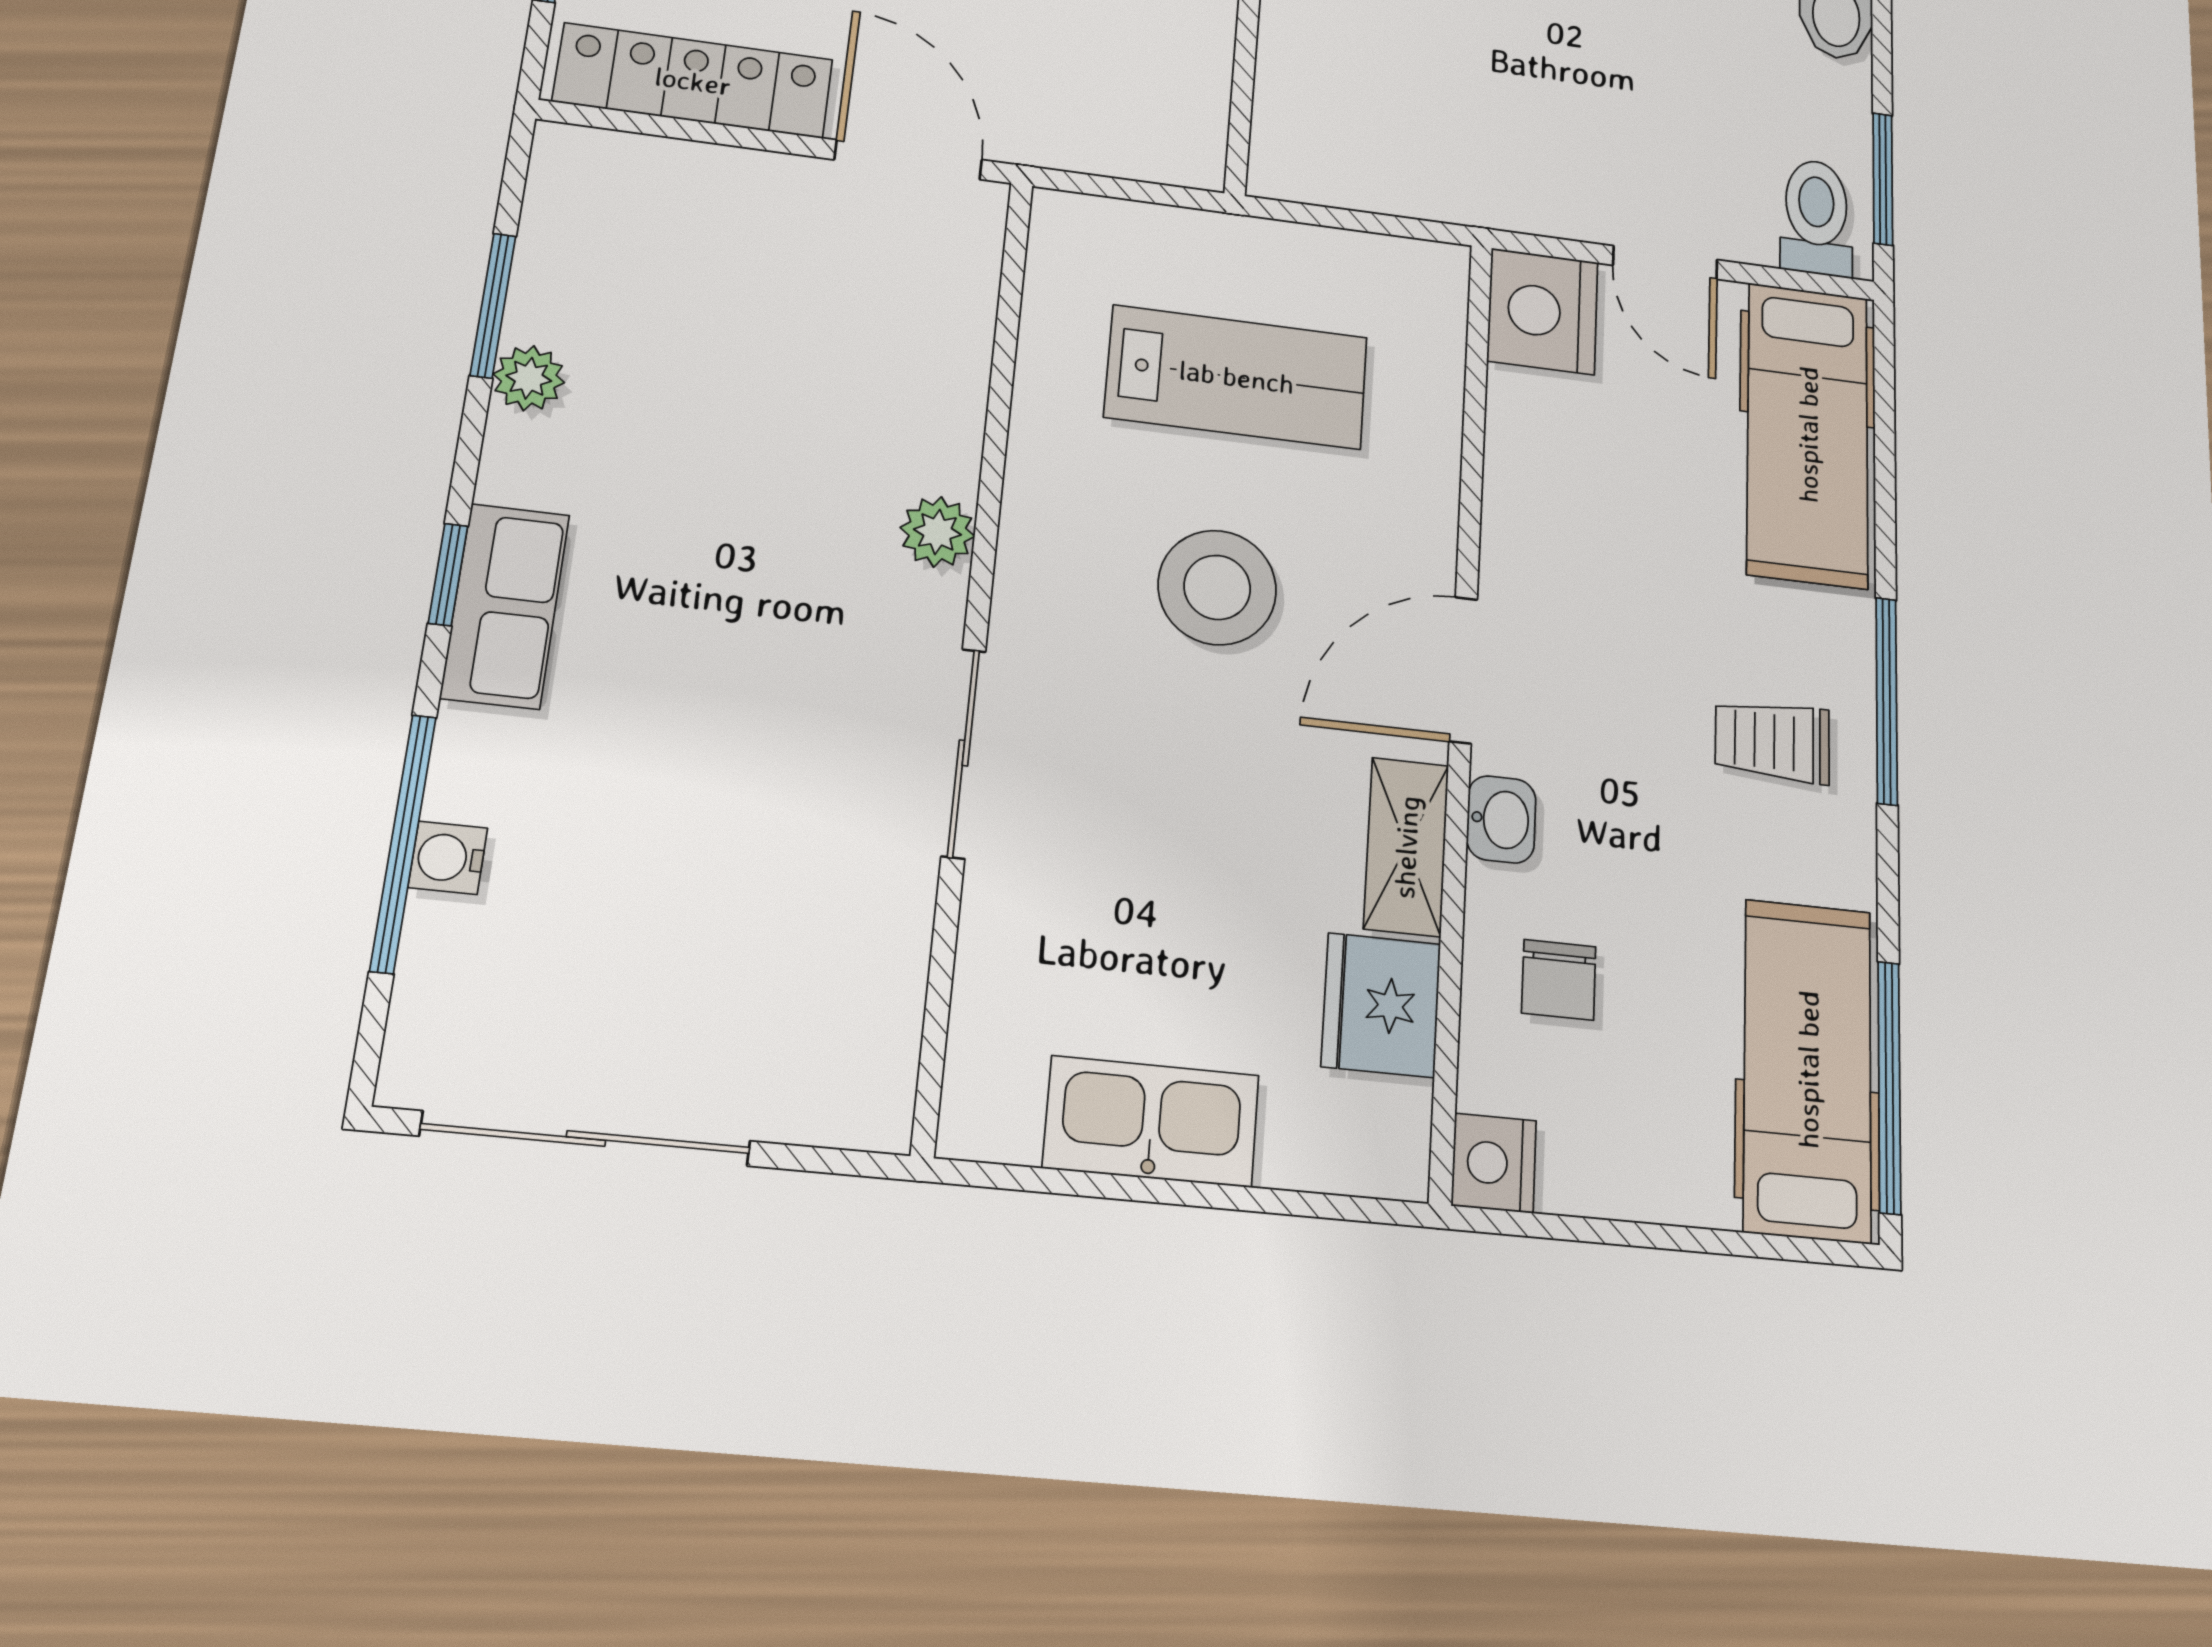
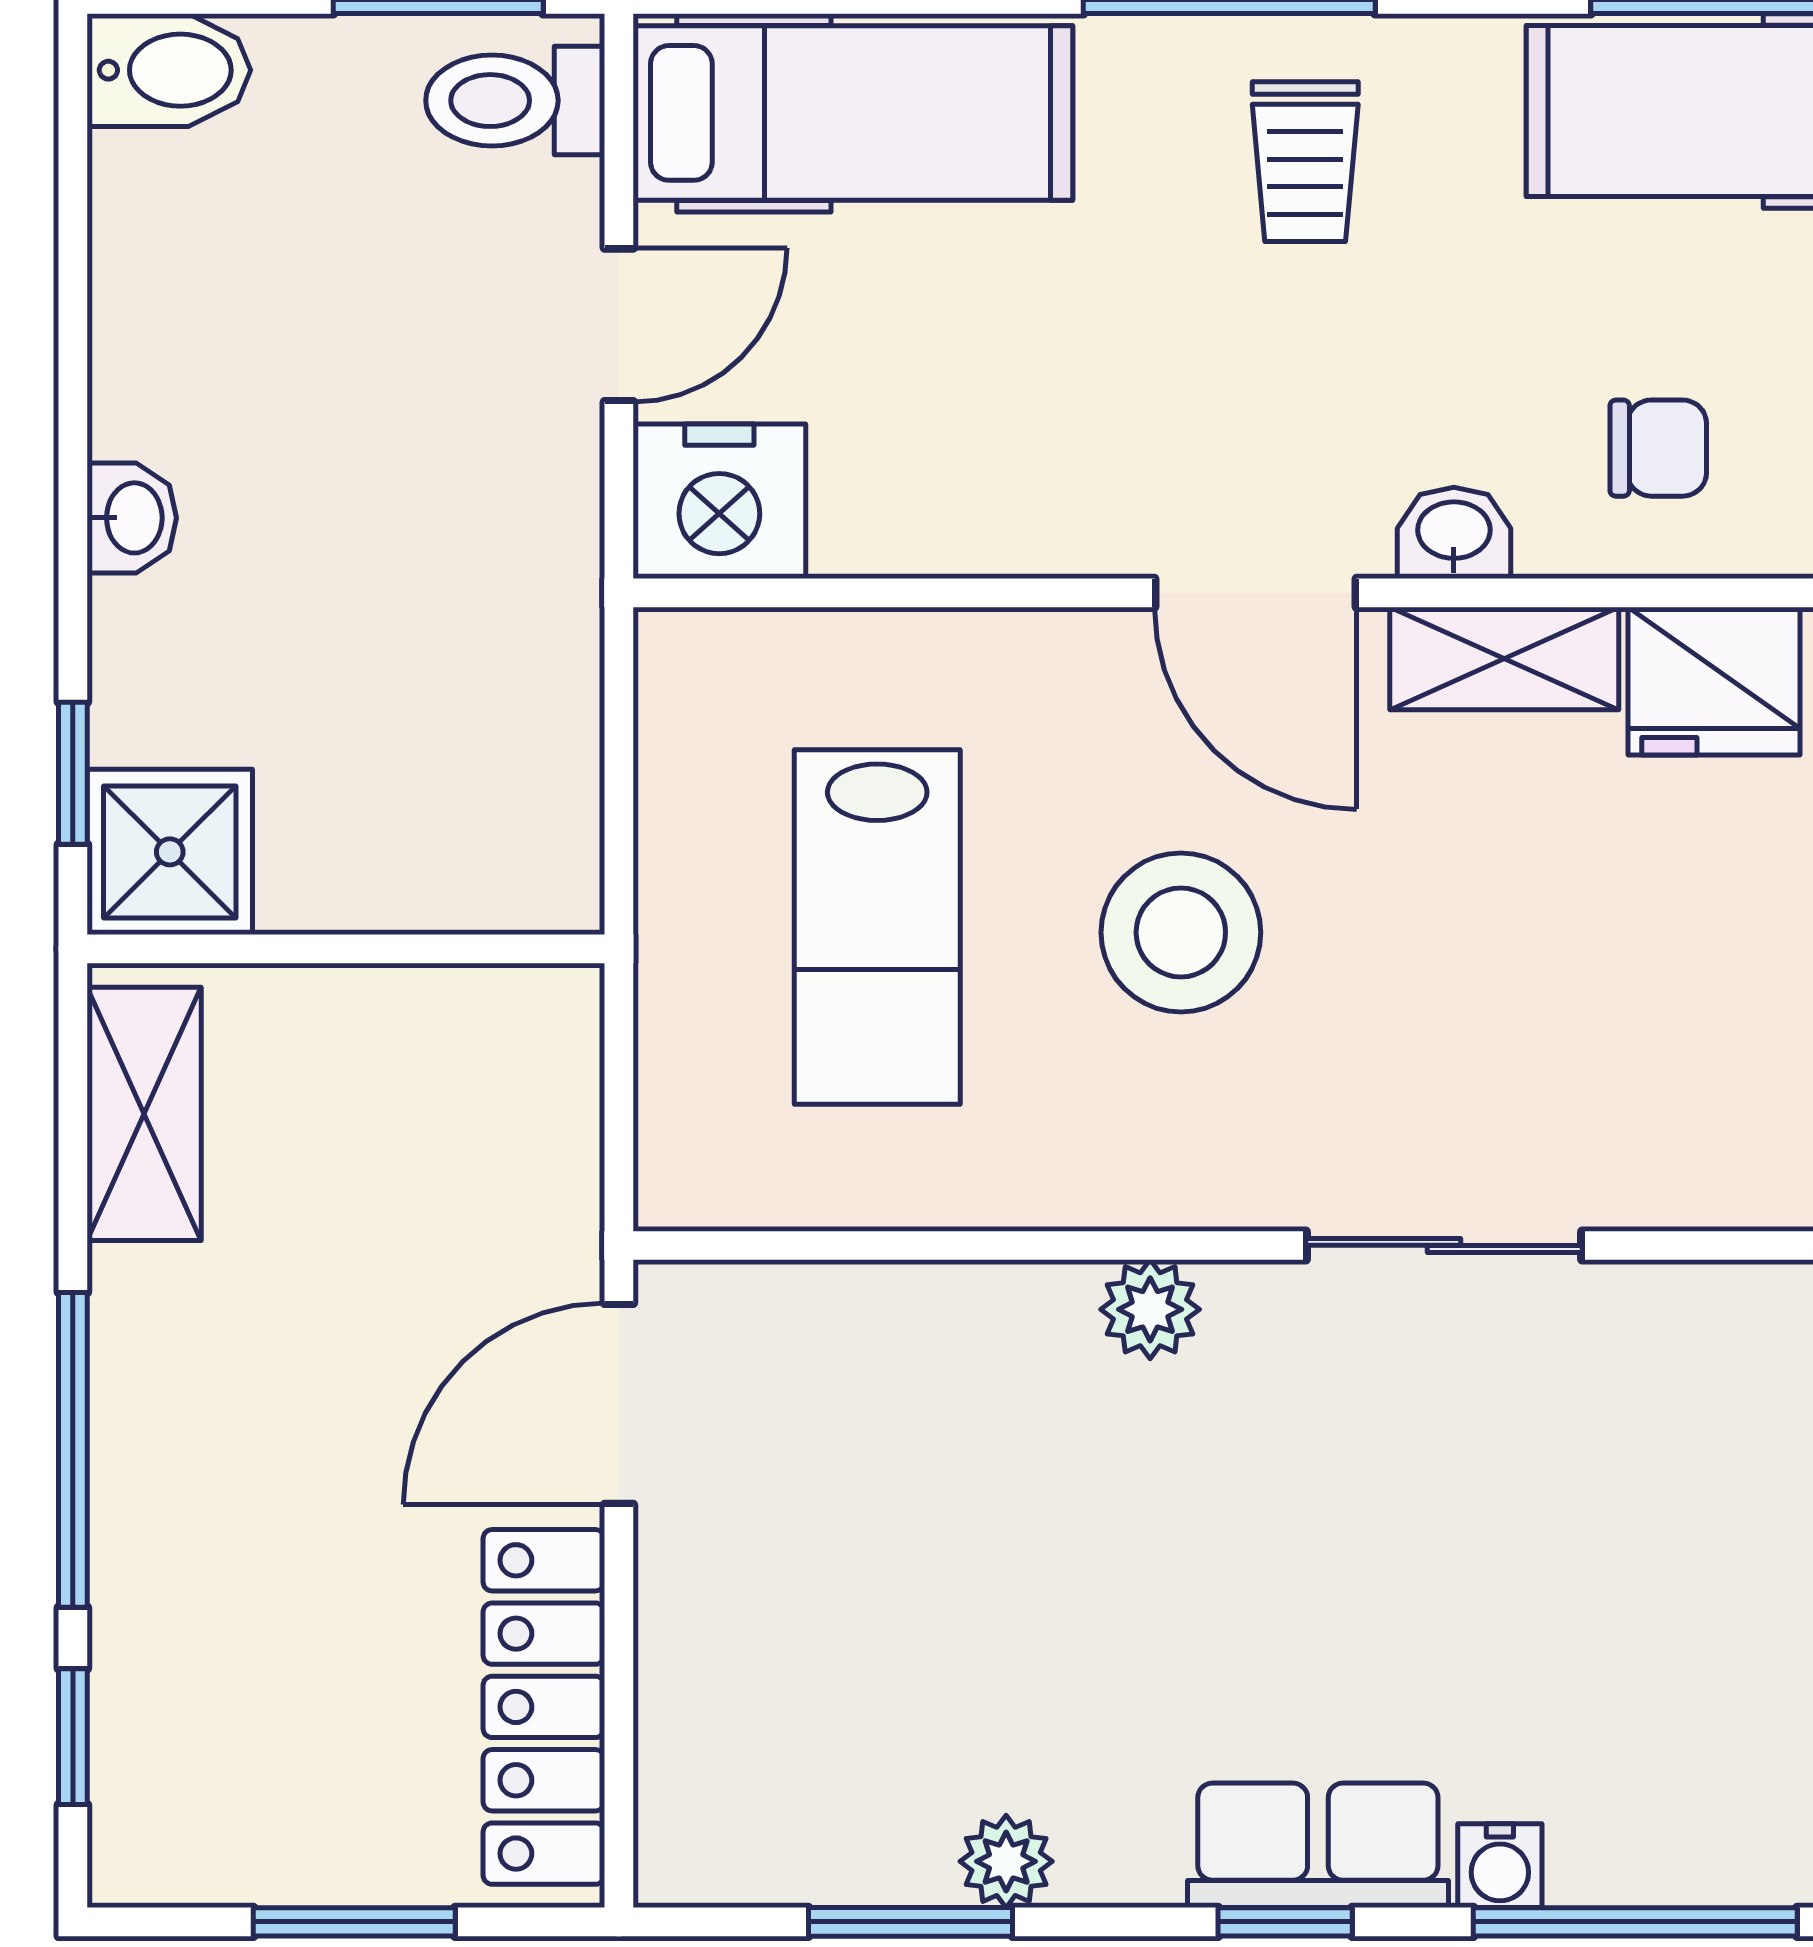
lab bench: (1237, 377) -> (877, 927), turned 180
water cooler: (448, 858) -> (1500, 1866), moved

